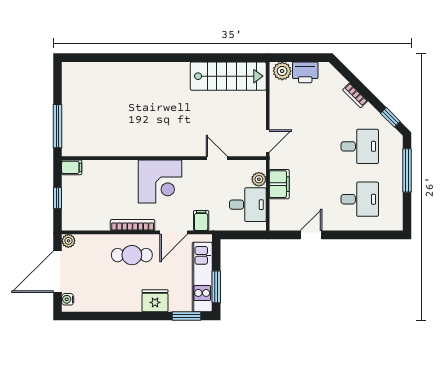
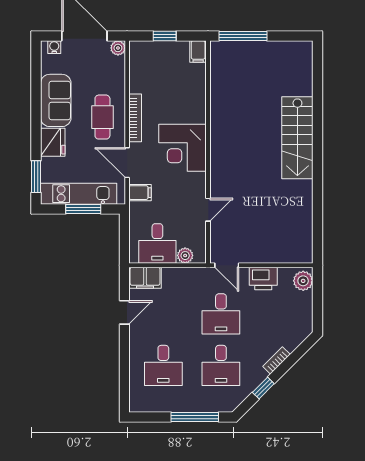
printer: (305, 72) -> (263, 278), moved, turned -90
stairs: (228, 76) -> (297, 138), moved
window: (390, 117) -> (263, 388), moved
desk: (312, 146) -> (221, 314), added
filing cabinet: (279, 184) -> (145, 278), moved
door: (311, 235) -> (124, 312), hinge flipped
window: (216, 287) -> (83, 209), moved
sofa: (117, 298) -> (56, 100), added

